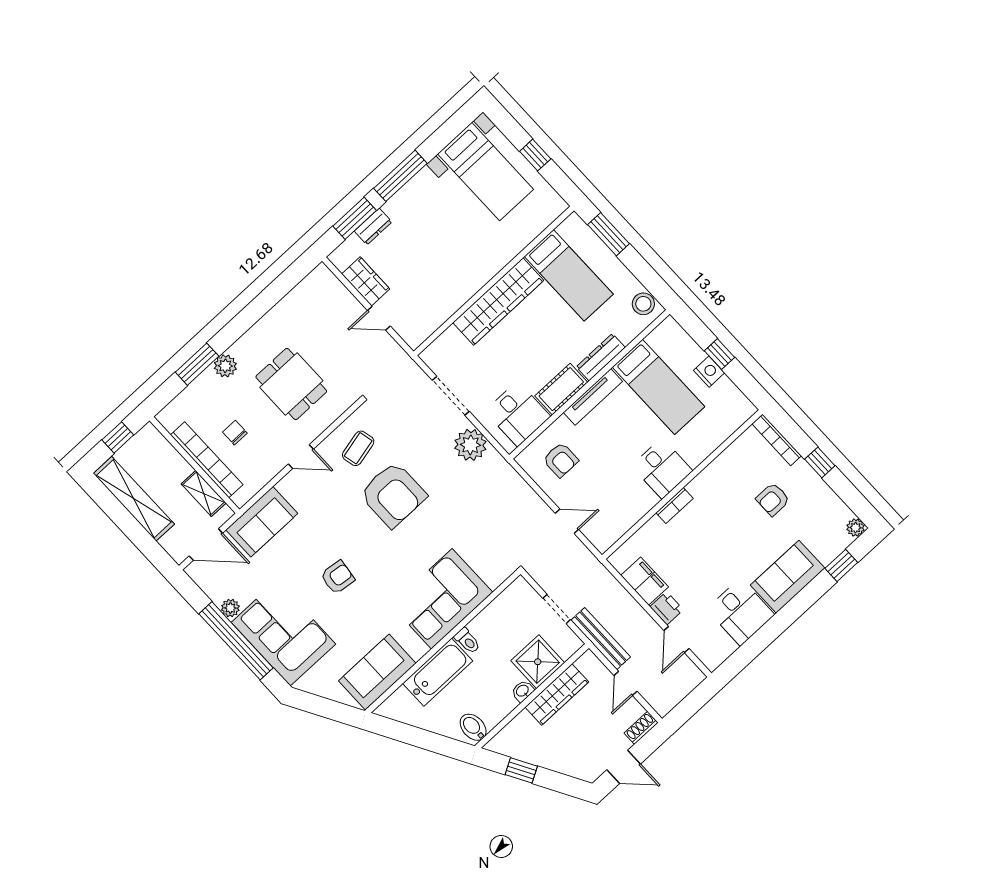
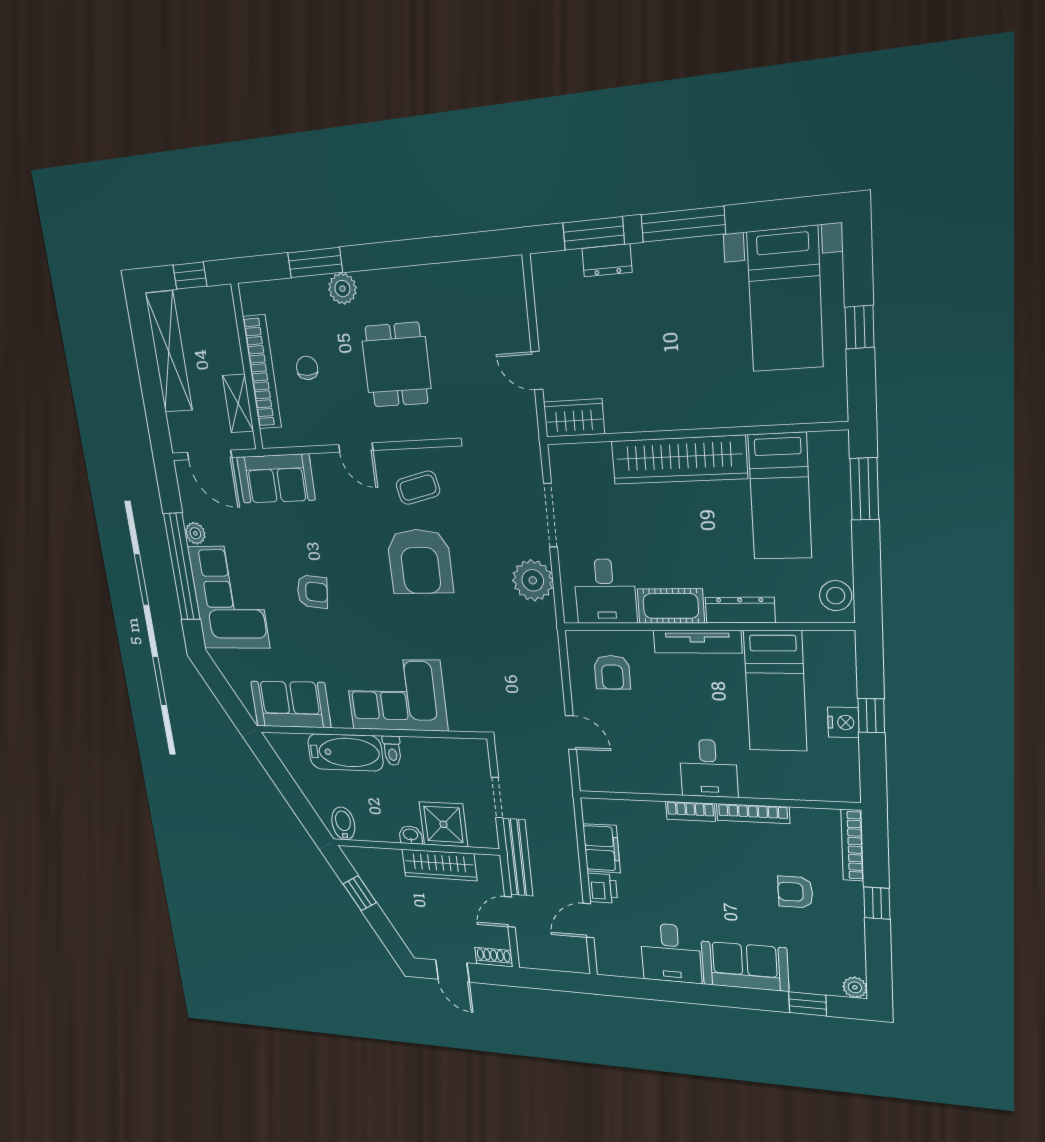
wardrobe: (366, 281) -> (574, 418), moved, turned -90
bookcase: (709, 473) -> (753, 814), added

